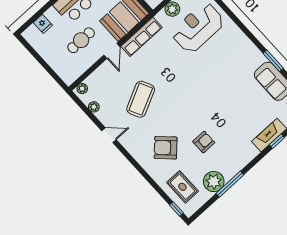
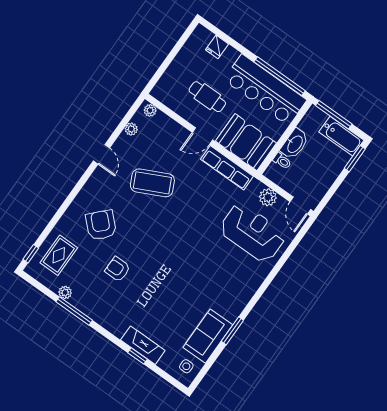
armchair: (204, 142) -> (118, 269), turned 180
plant: (214, 182) -> (65, 292), width x0.53, depth x0.53

